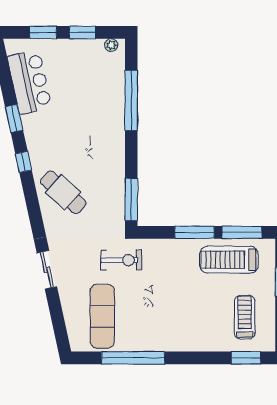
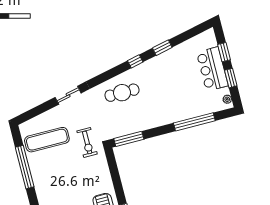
bar counter: (30, 82) -> (212, 69), moved, turned 102
cafe table: (63, 192) -> (122, 93), turned 48
window: (195, 232) -> (118, 186), removed

